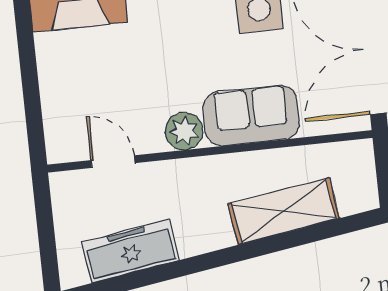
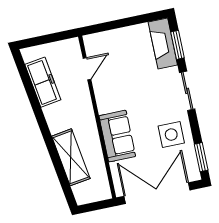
plant: (184, 131) -> (106, 103), removed

